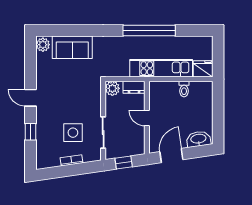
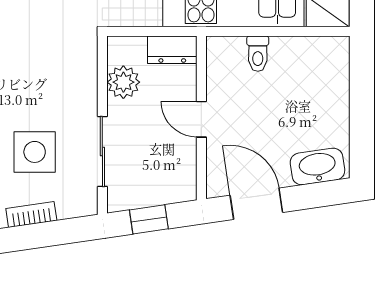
plant: (112, 88) -> (123, 82), moved
toilet: (184, 89) -> (258, 54), moved
door: (171, 156) -> (256, 204), hinge flipped

